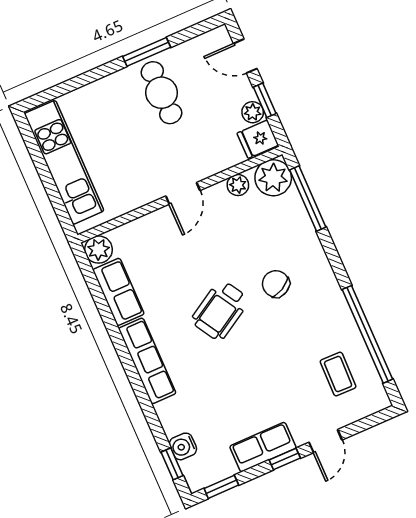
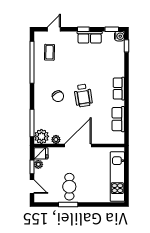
door: (183, 193) -> (78, 145), width x1.88
plant: (99, 250) -> (119, 138), removed
wheelchair: (220, 310) -> (83, 95), turned 112
row of seats: (147, 361) -> (119, 89), width x0.68
door: (326, 441) -> (54, 29), moved
water cooler: (183, 446) -> (119, 36), moved

